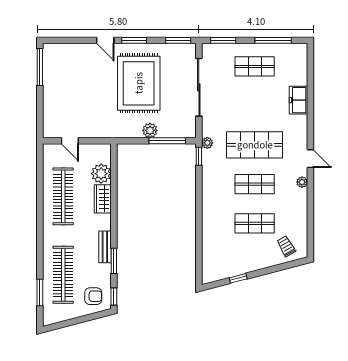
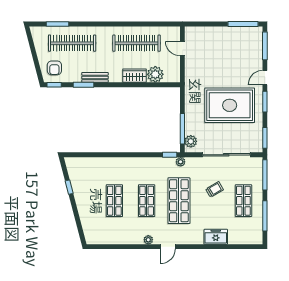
window: (67, 40) -> (265, 46), added
window: (223, 40) -> (265, 175), width x1.44
plant: (150, 130) -> (191, 141), moved
door: (70, 141) -> (182, 49), hinge flipped
trolley: (286, 246) -> (215, 189), moved

